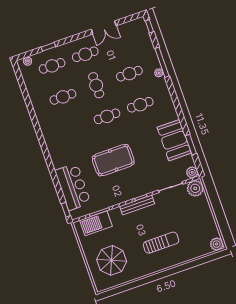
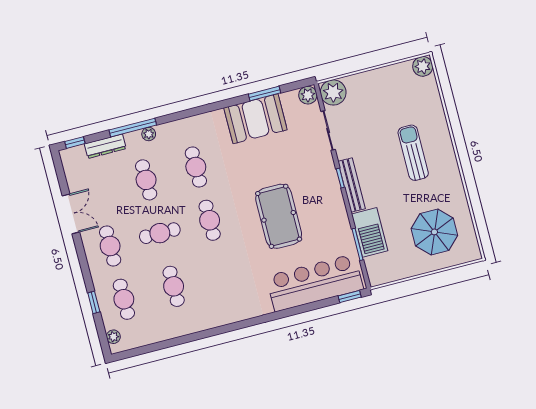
dresser: (149, 46) -> (105, 146), added
bar counter: (73, 187) -> (315, 283), width x1.36
barbecue: (96, 223) -> (370, 232), moved

